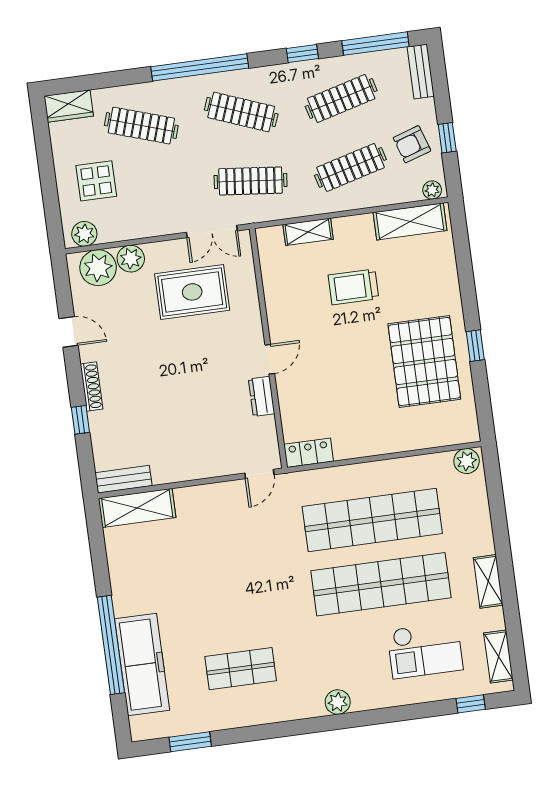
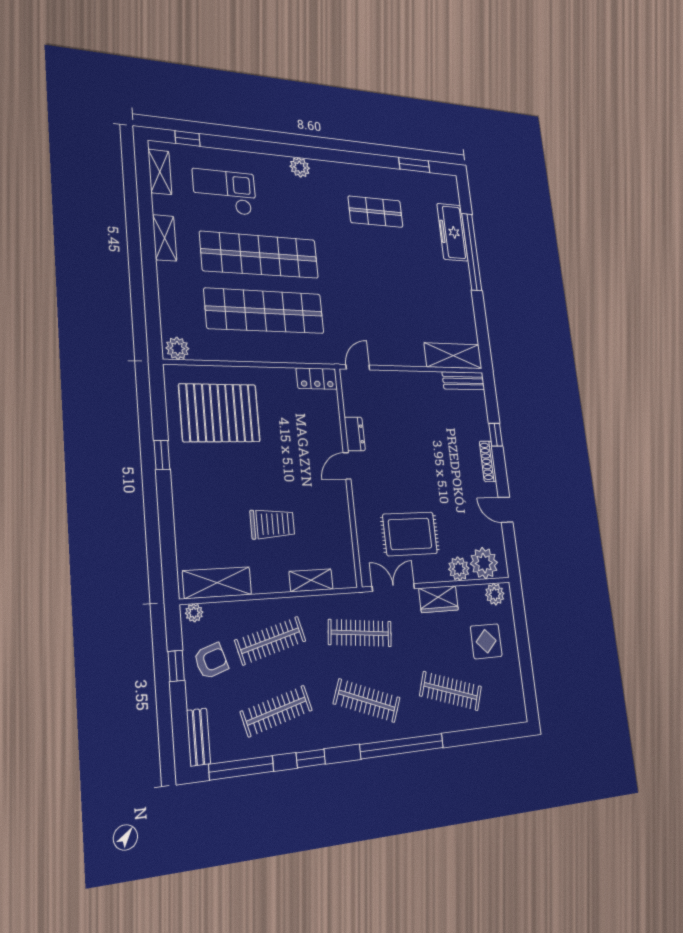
wardrobe: (69, 106) -> (439, 599), moved, turned 180
pallet: (424, 361) -> (220, 413), moved, turned 90
freezer: (142, 664) -> (452, 232), width x0.73, depth x0.79

